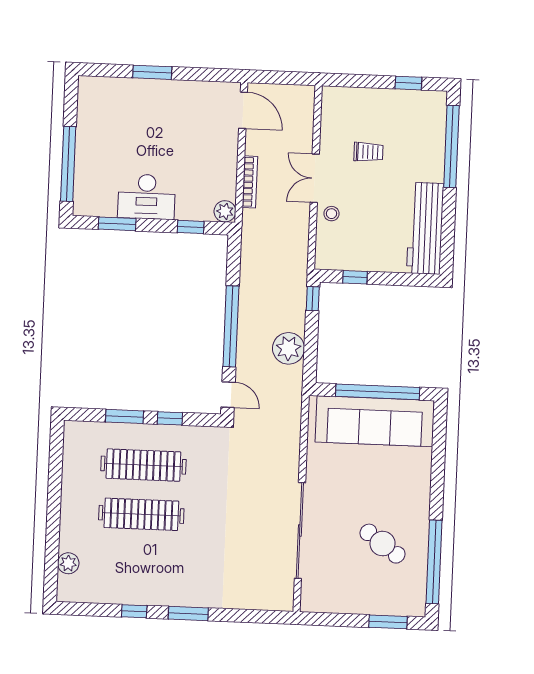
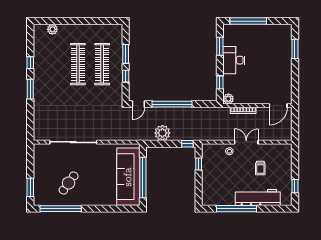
window: (152, 72) -> (295, 49), moved
window: (451, 147) -> (237, 209), moved
workbench: (425, 228) -> (258, 197), moved

